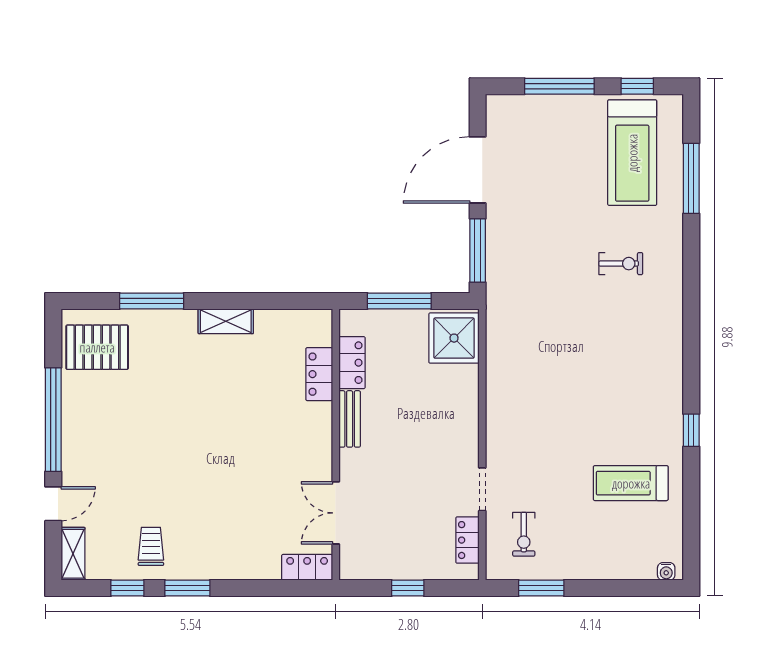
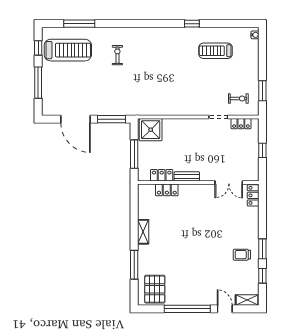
treadmill: (631, 483) -> (216, 51), turned 90
trolley: (151, 546) -> (242, 255), moved

